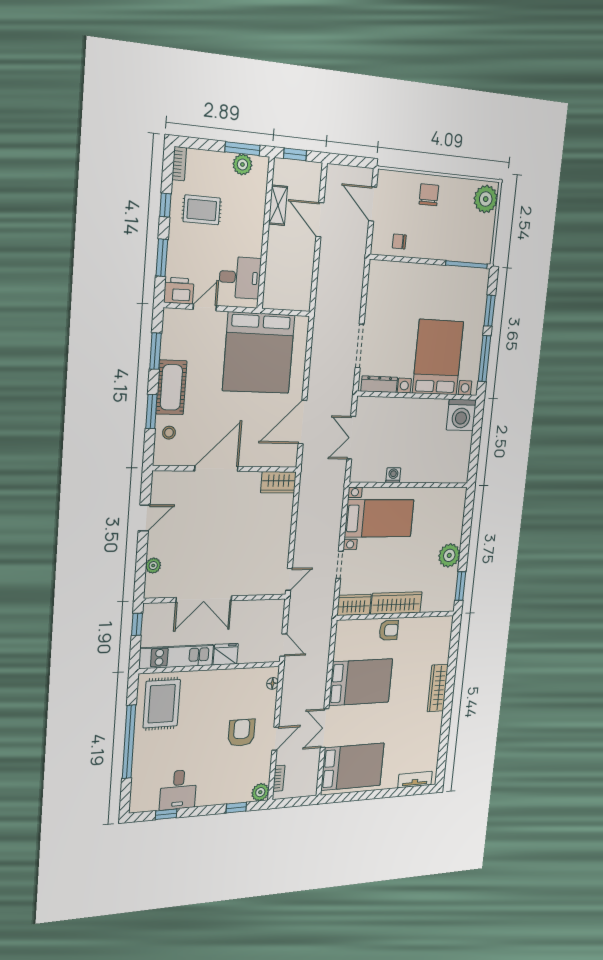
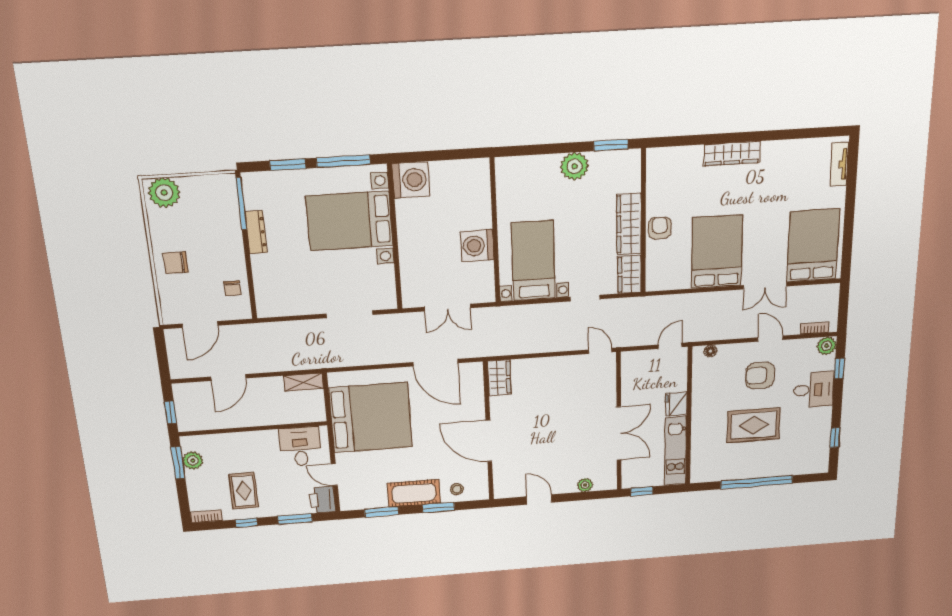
shelving: (278, 205) -> (304, 382), moved
dresser: (379, 384) -> (256, 232), moved, turned 180
washing machine: (393, 475) -> (477, 246), width x1.89, depth x1.89
rug: (162, 704) -> (754, 425), moved
desk: (178, 790) -> (814, 390), moved

